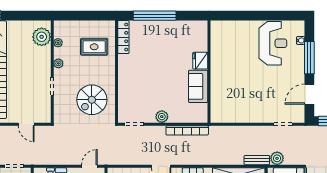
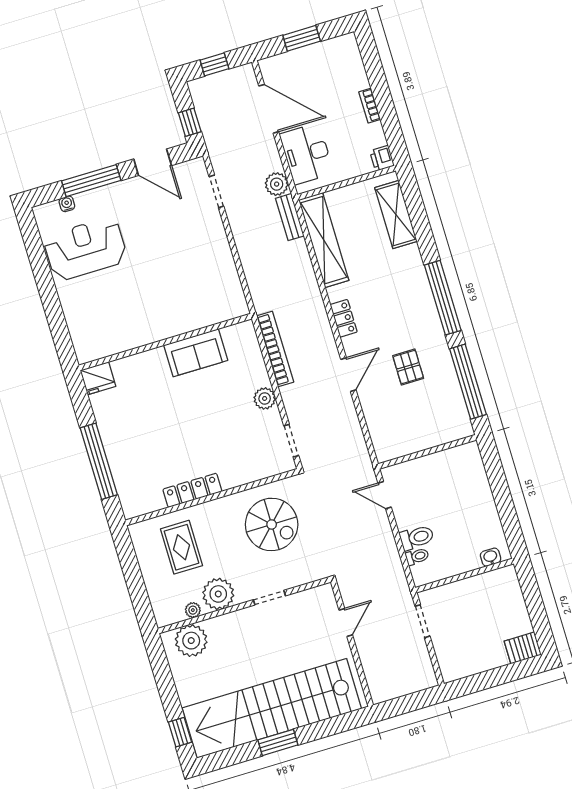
locker: (123, 37) -> (192, 490), moved
fridge: (200, 61) -> (98, 378), moved
plant: (58, 63) -> (218, 594), width x1.88, depth x1.88

